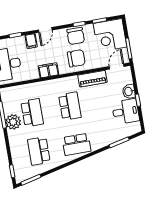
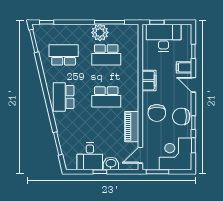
door: (117, 66) -> (140, 155), swing flipped

